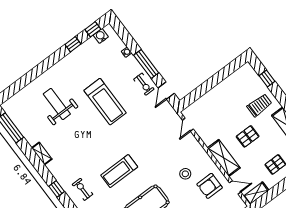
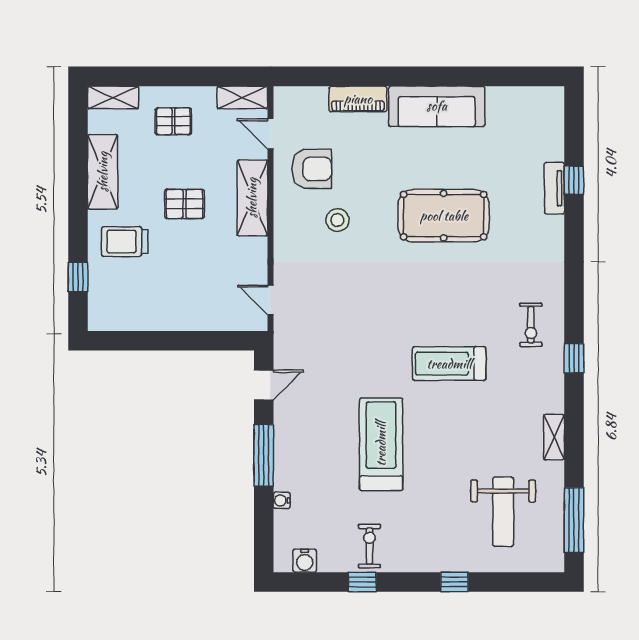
window: (93, 29) -> (454, 582), moved
exercise bike: (144, 84) -> (369, 546), moved
weight bench: (57, 104) -> (503, 512), moved
door: (188, 125) -> (270, 300), swing flipped
treadmill: (119, 171) -> (449, 364), moved, turned 180

